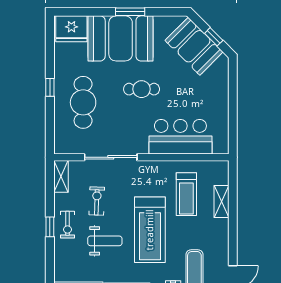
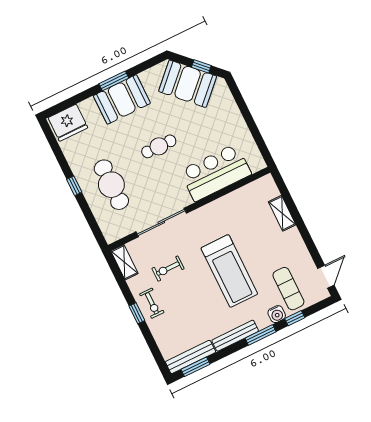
booth: (121, 38) -> (122, 99), width x0.73, depth x0.70
treadmill: (186, 194) -> (247, 222), removed
exercise bike: (97, 201) -> (168, 269), turned -92
weight bench: (105, 241) -> (193, 301), removed

